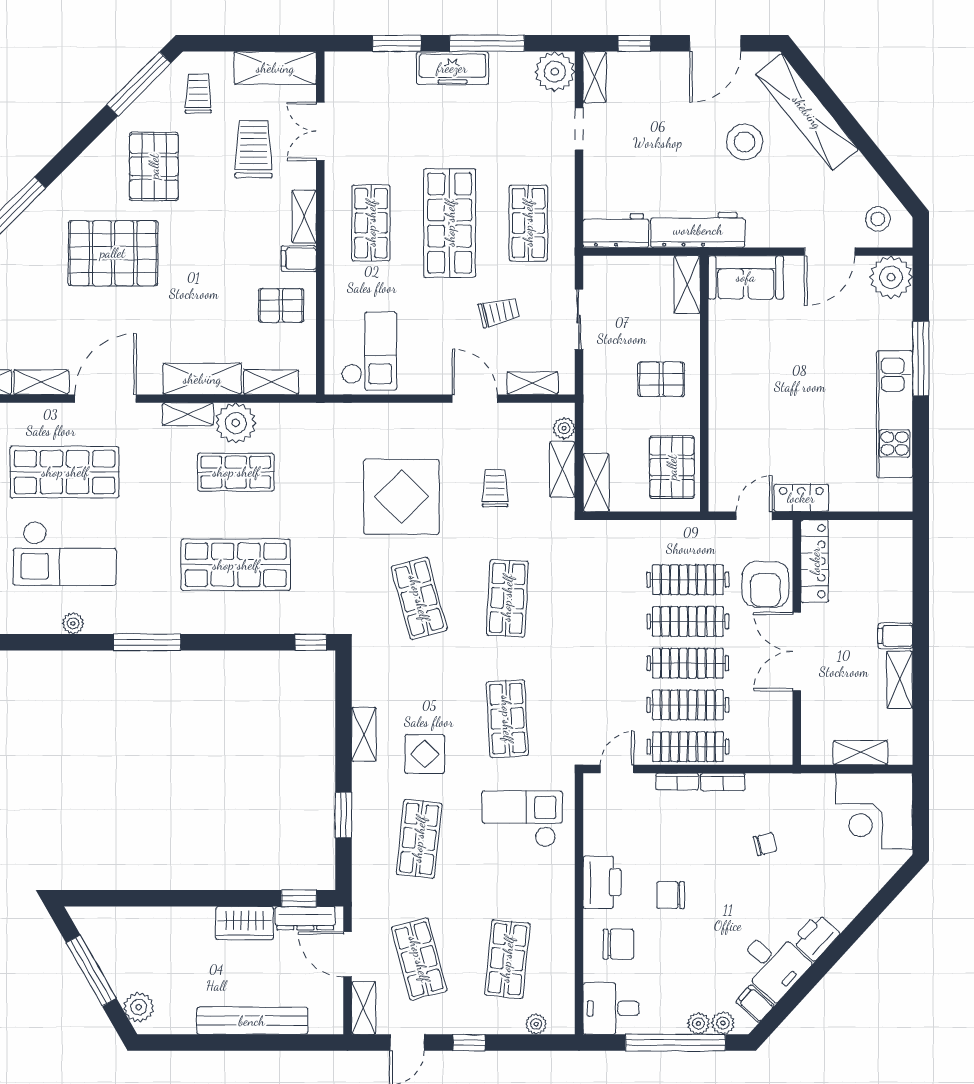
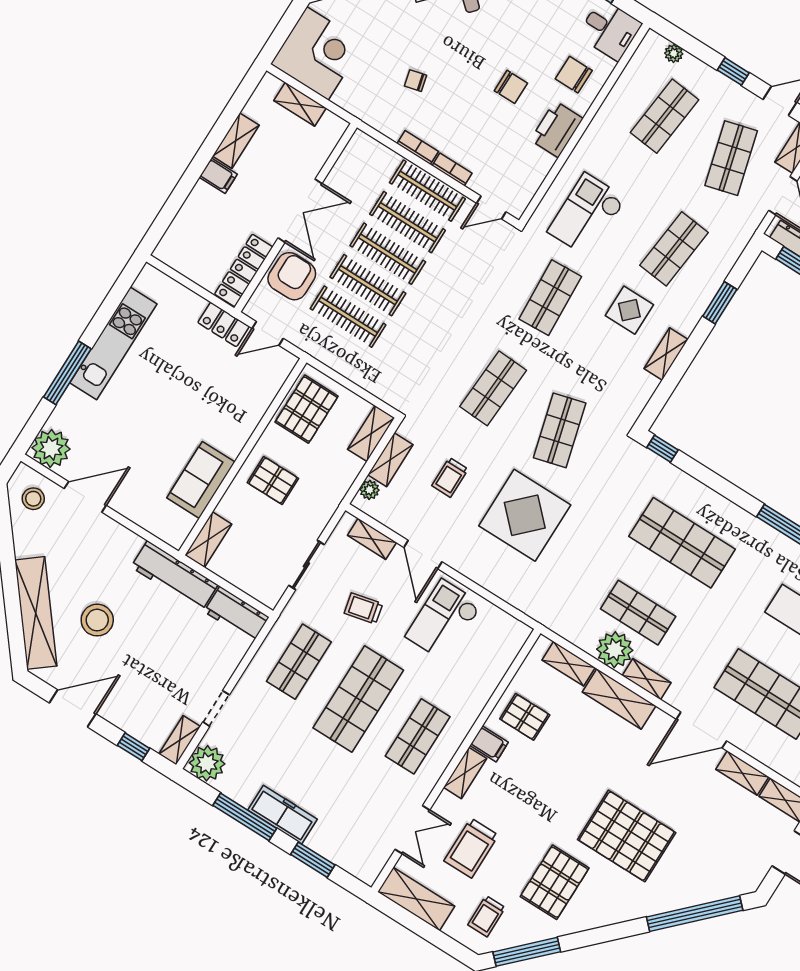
sofa: (746, 277) -> (201, 480), moved, turned -90
checkout: (369, 351) -> (444, 620), moved
checkout: (522, 819) -> (587, 215), turned 90

